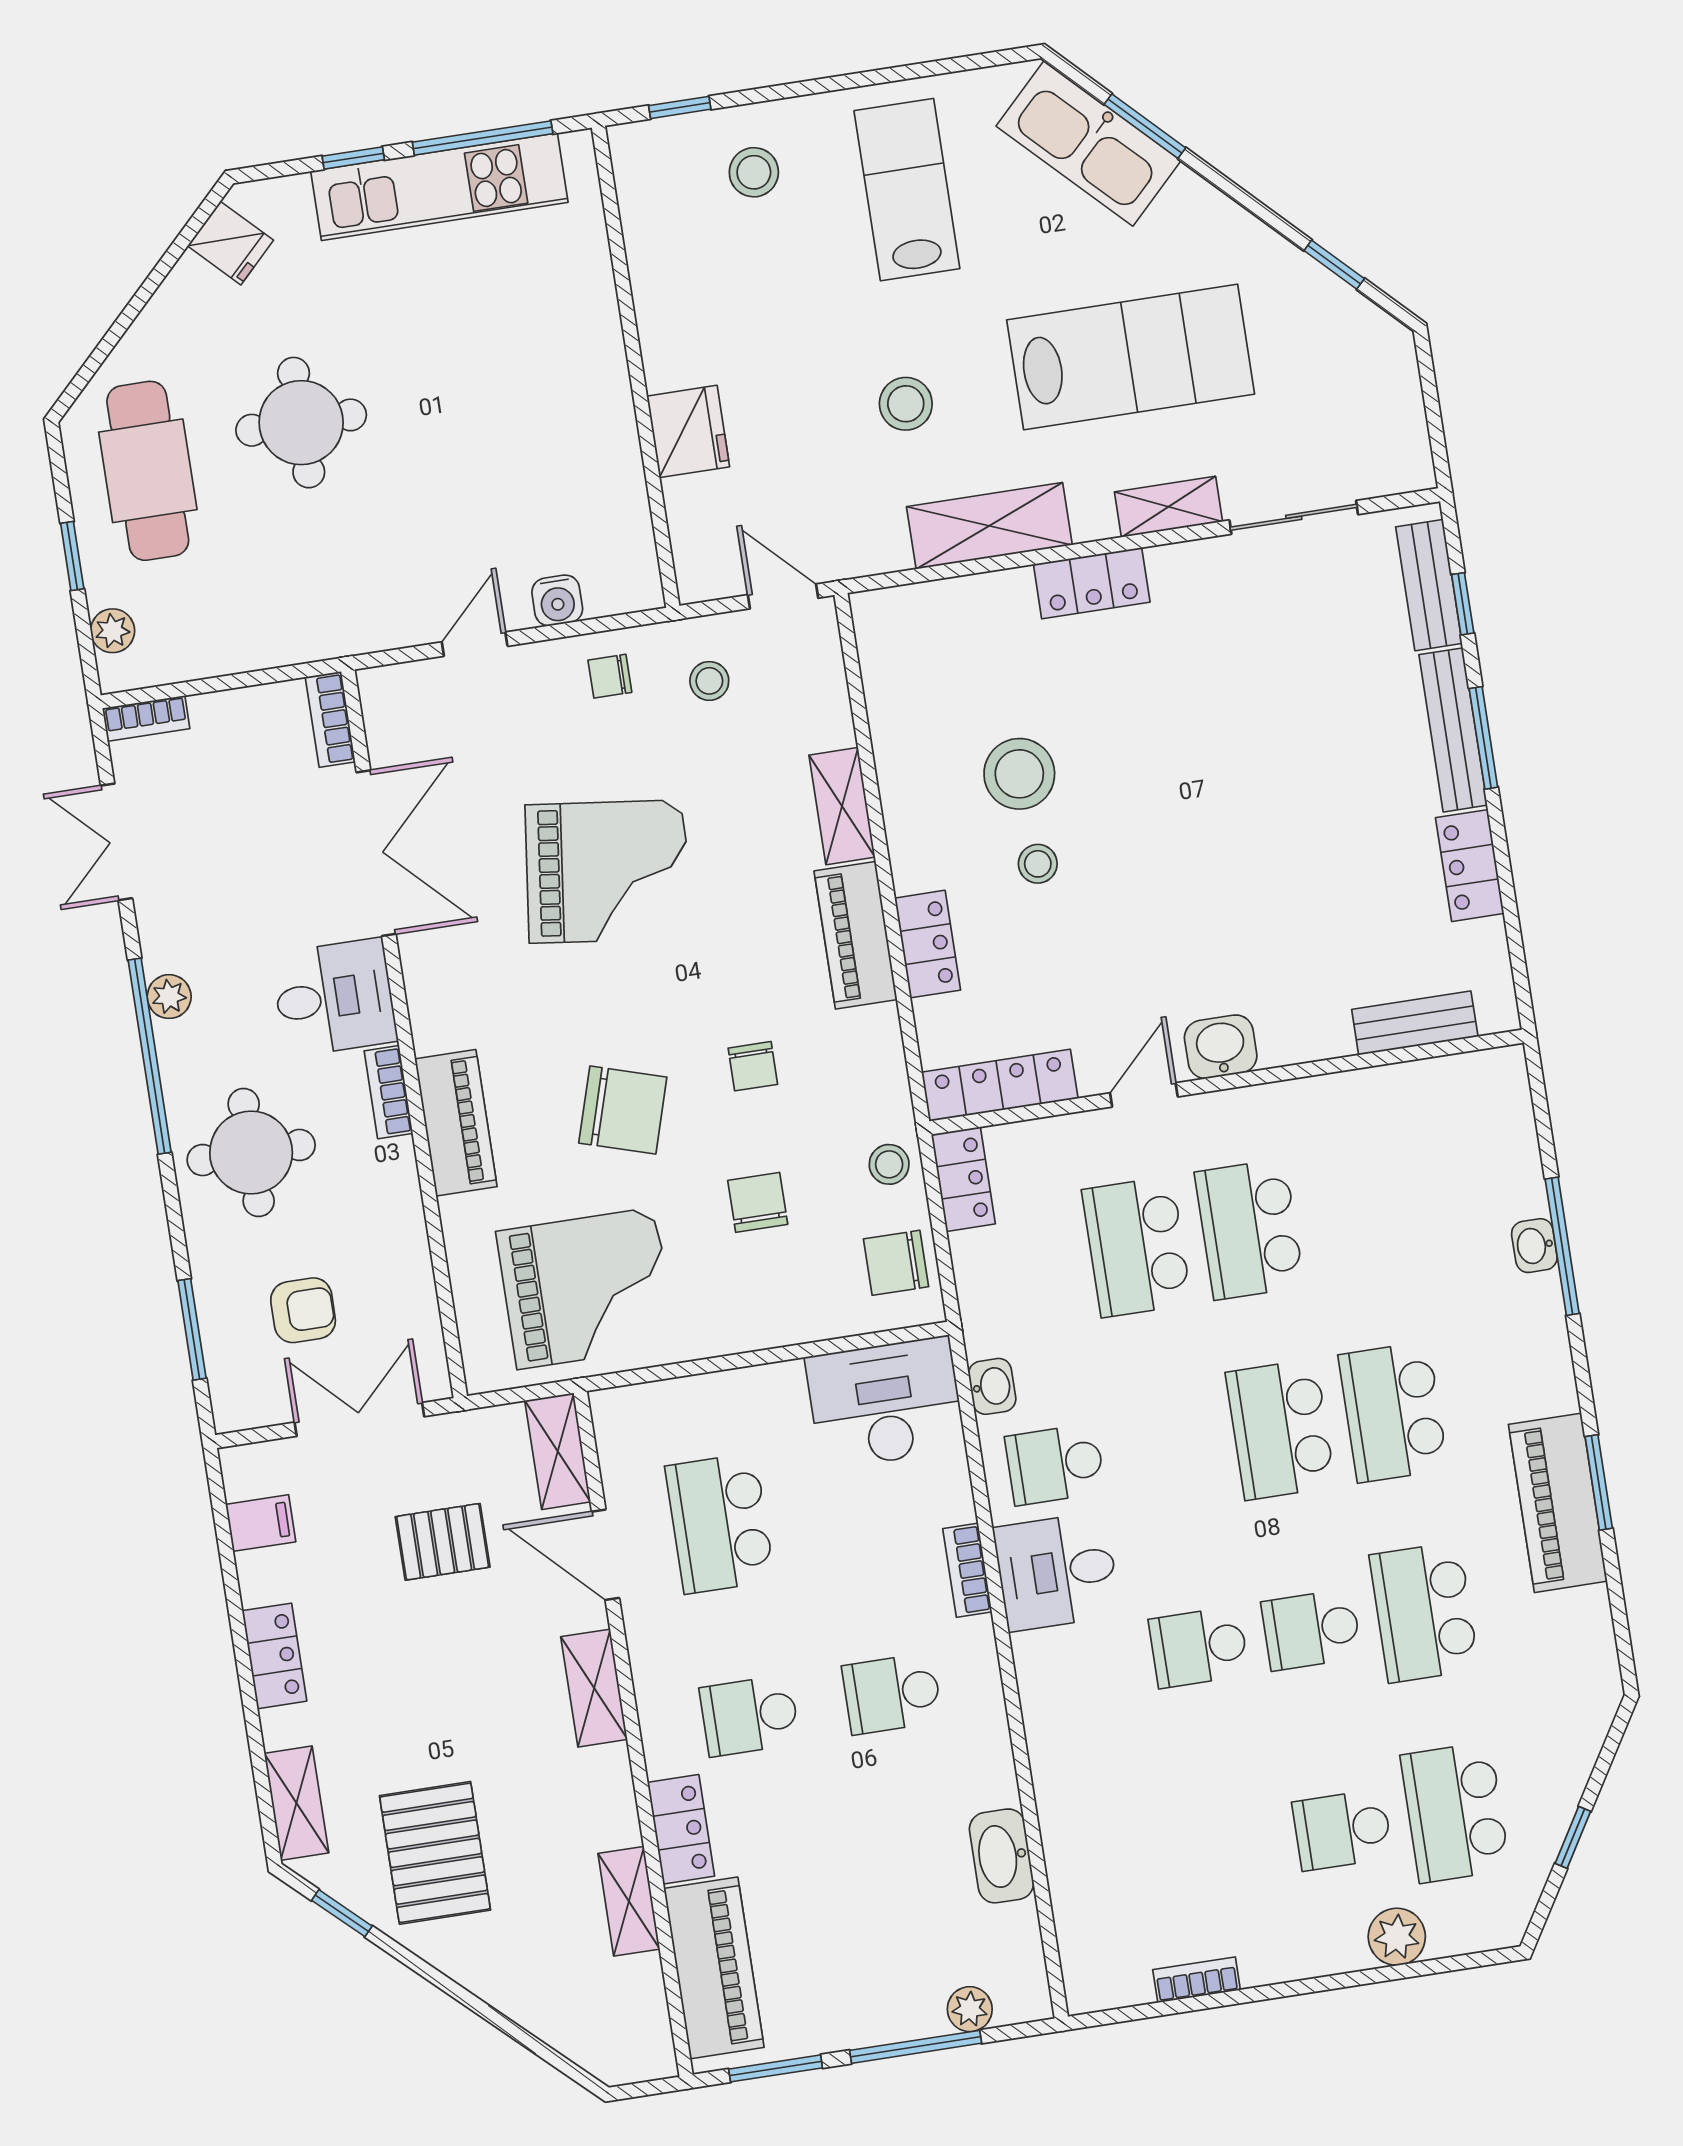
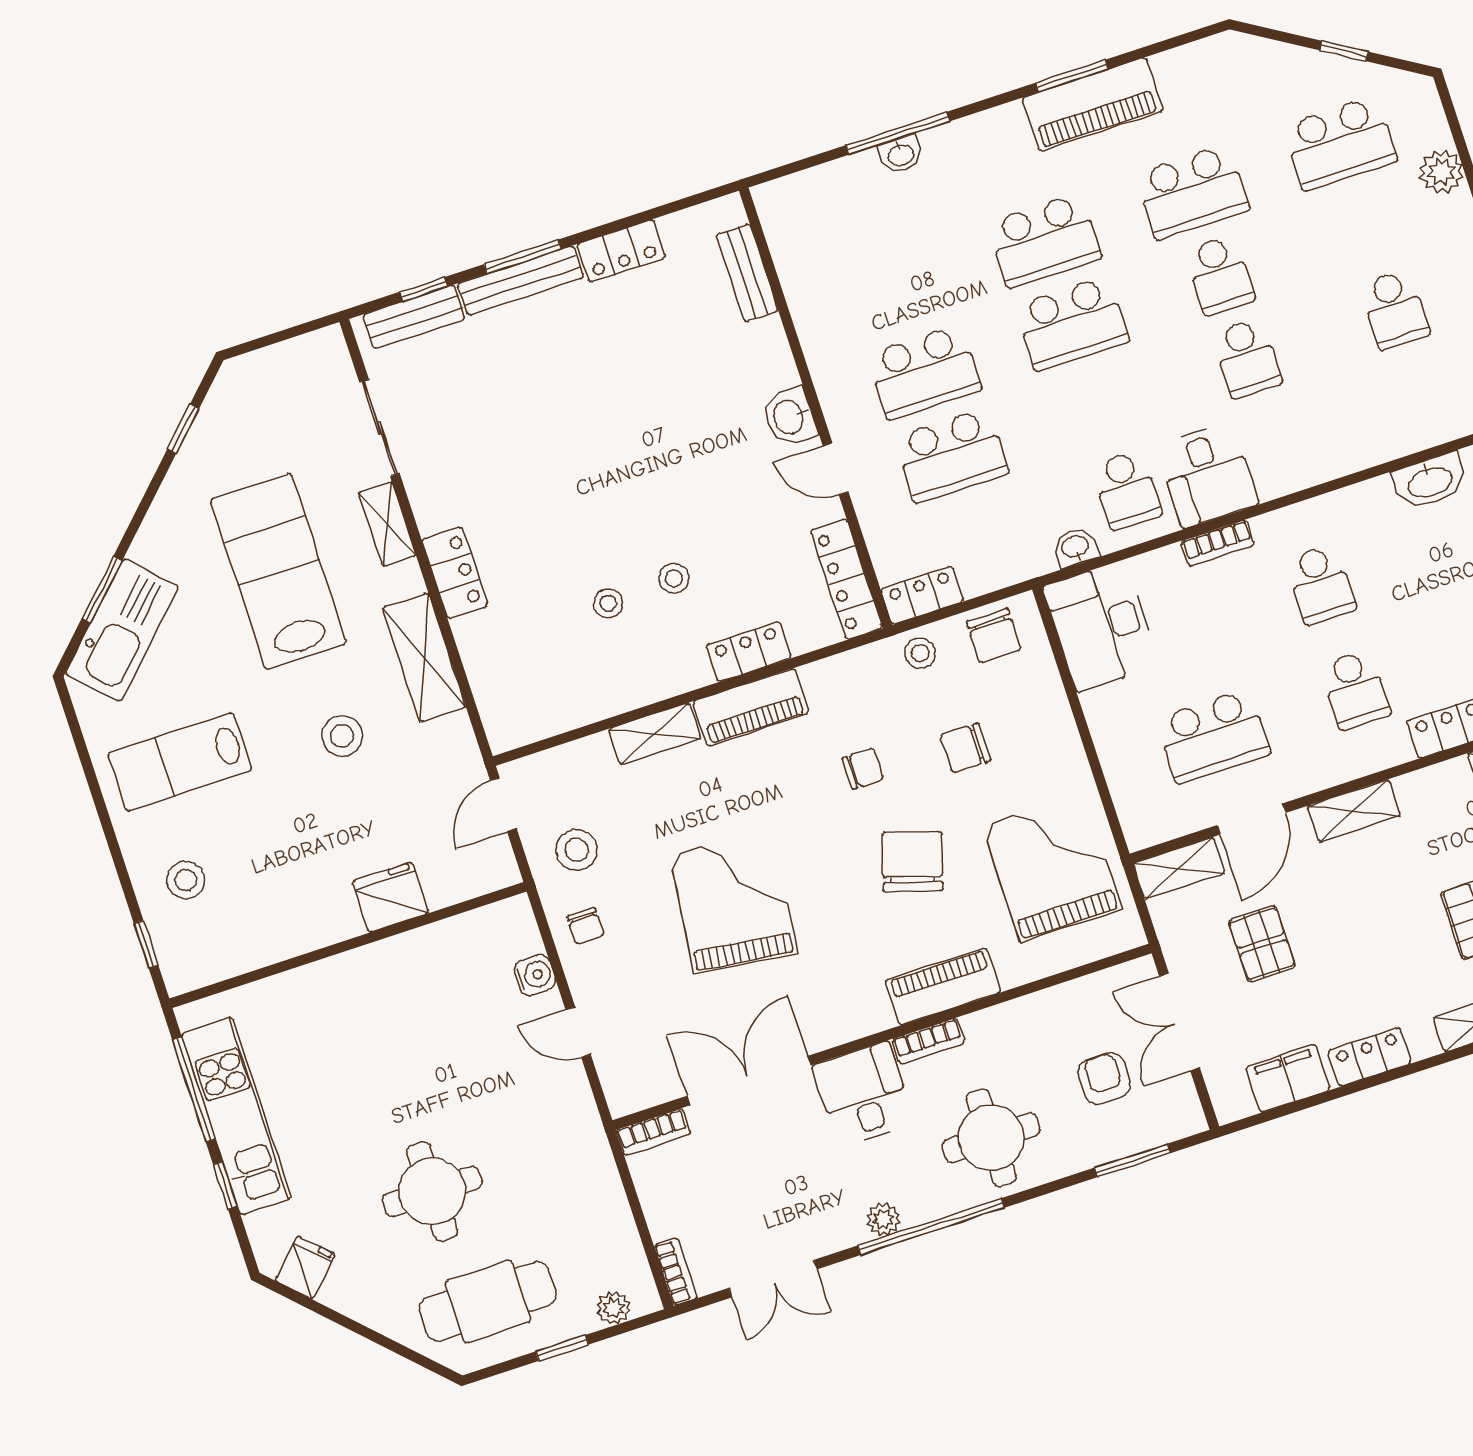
stool: (709, 681) -> (577, 850), width x1.37, depth x1.37
stool: (1019, 774) -> (608, 603), width x0.53, depth x0.53
filing cabinet: (261, 1523) -> (1288, 1078), width x2.00
school desk: (1342, 1830) -> (1395, 310), moved

